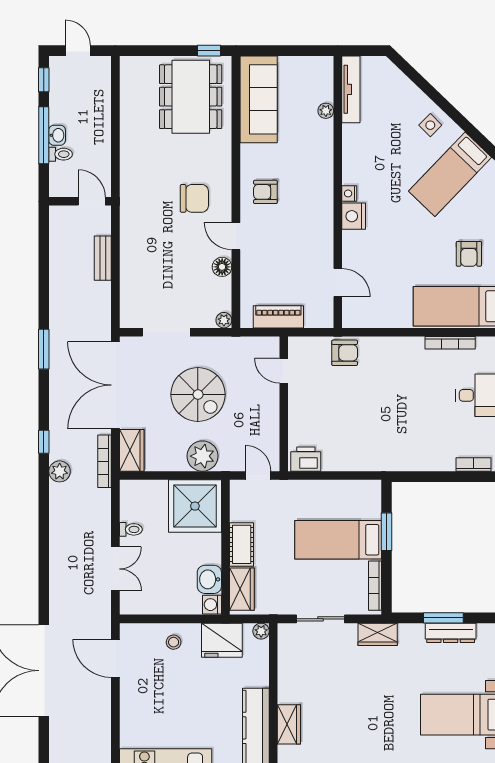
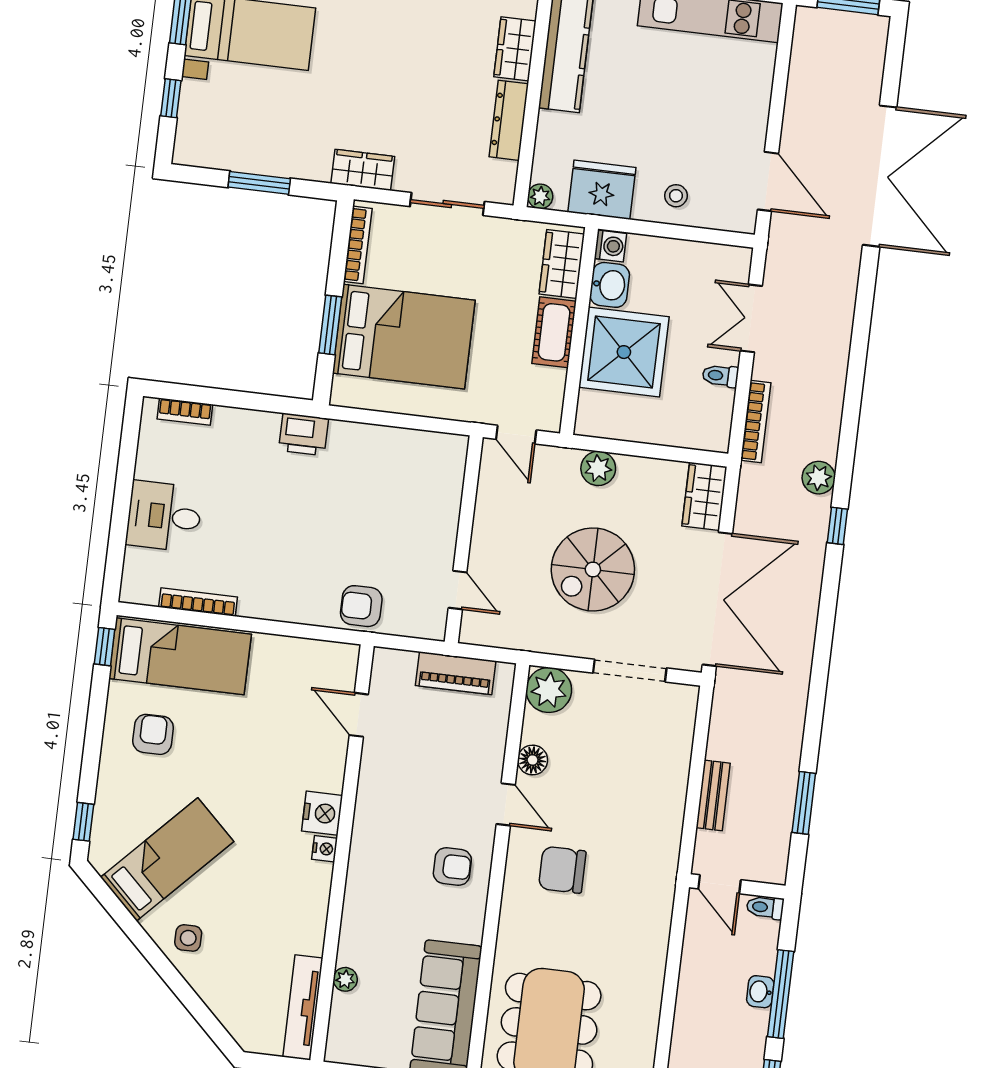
side table: (430, 125) -> (188, 938), turned 45
toilet: (61, 154) -> (765, 907), moved
plant: (224, 320) -> (549, 690), width x1.88, depth x1.88
window: (44, 349) -> (804, 803), moved
spiral stairs: (198, 395) -> (593, 569), turned -90
plant: (202, 456) -> (598, 468), width x0.73, depth x0.73
printer: (306, 459) -> (303, 434), moved
bookcase: (104, 461) -> (756, 422), moved
shower: (195, 506) -> (624, 352), moved
bed: (338, 540) -> (404, 337), width x1.50
dresser: (451, 633) -> (509, 120), moved, turned -90

